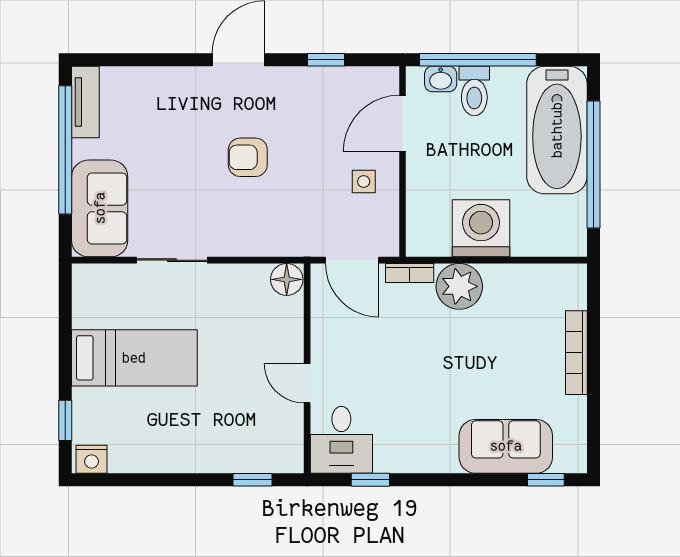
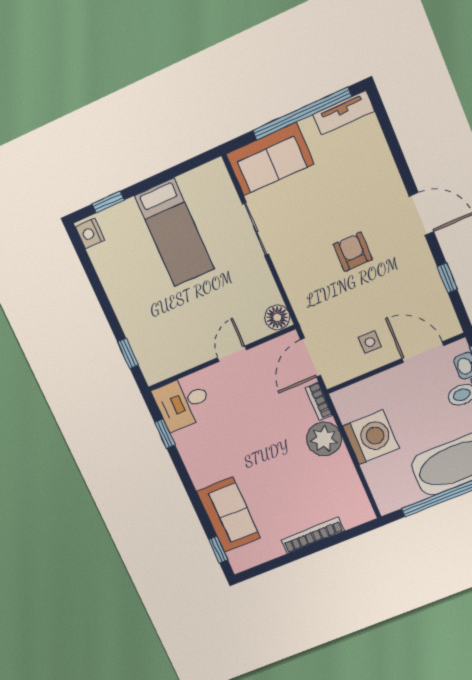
door: (307, 383) -> (232, 354), moved

